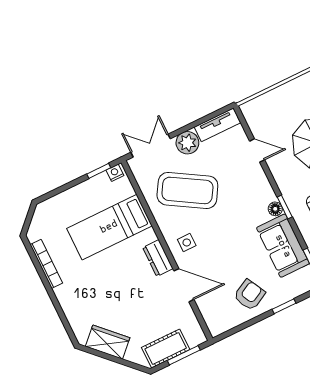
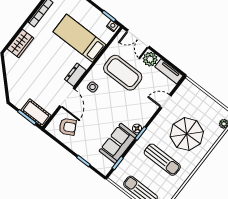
double door: (151, 146) -> (138, 39), swing flipped
door: (257, 150) -> (165, 101), swing flipped
coffee table: (187, 190) -> (123, 73), turned -31
armchair: (249, 295) -> (68, 127), moved
wardrobe: (108, 342) -> (20, 43), moved, turned 45
cot: (166, 348) -> (36, 113), moved

